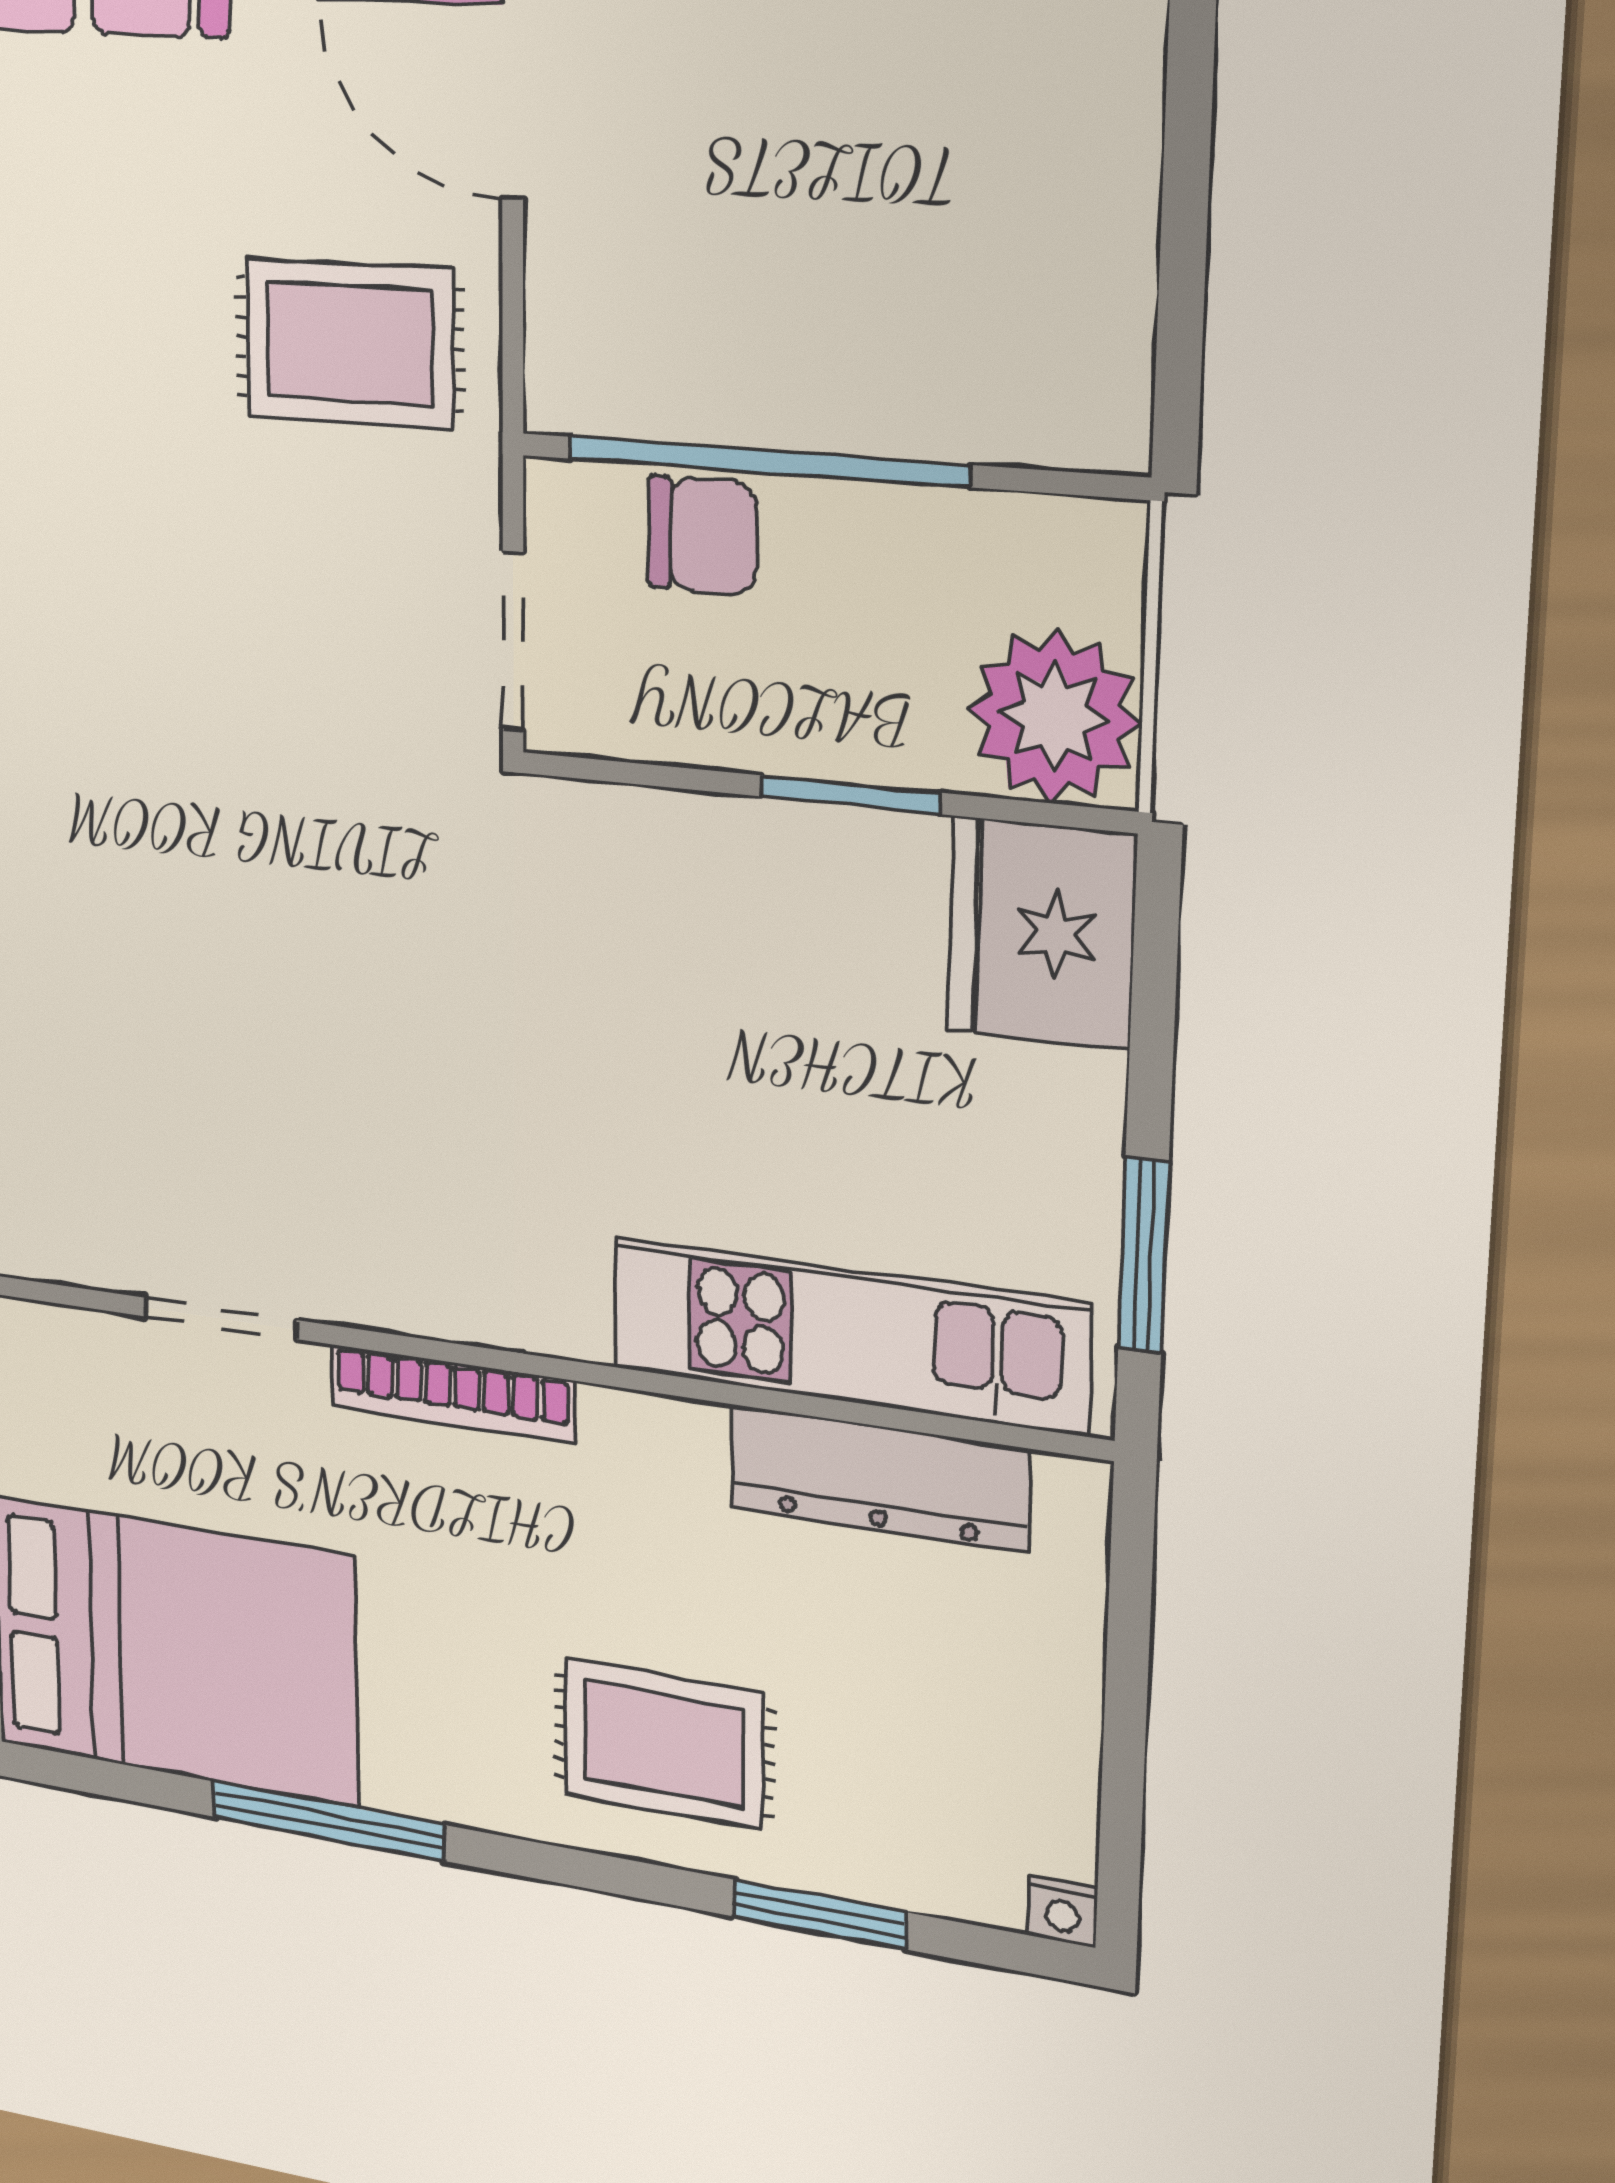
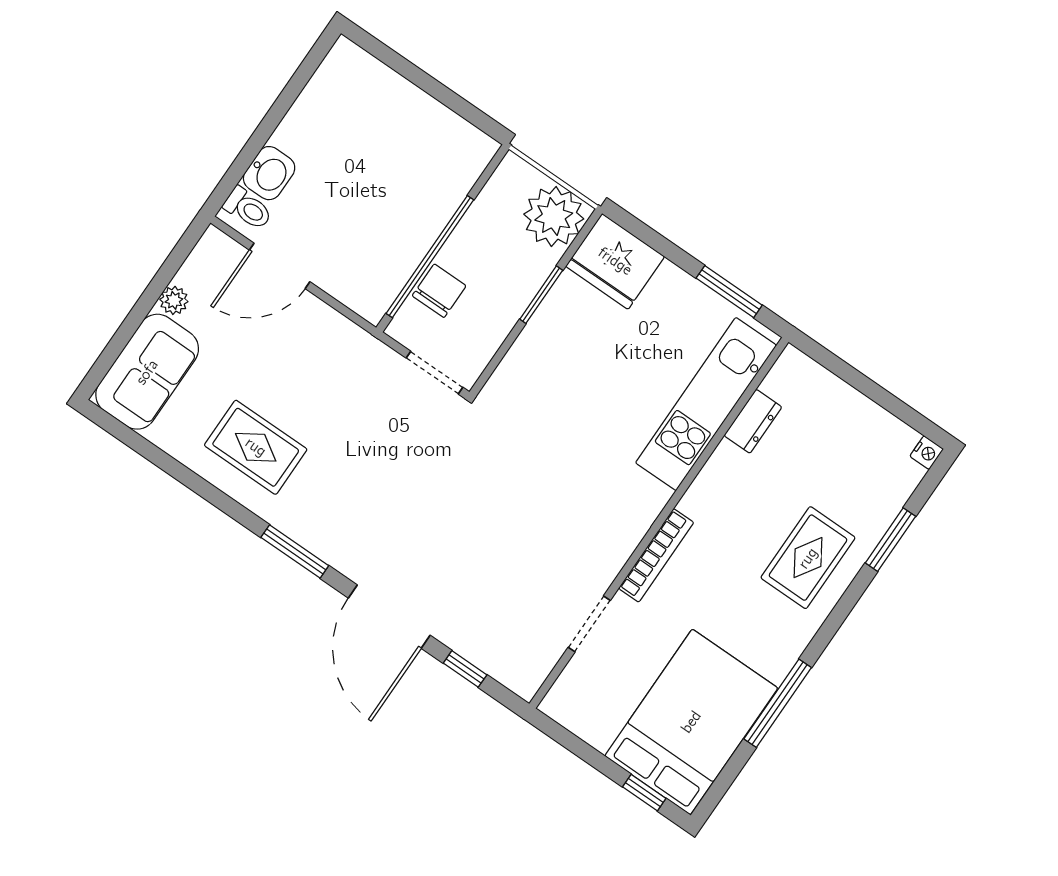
rug: (349, 343) -> (256, 447), moved, turned 90
dresser: (879, 1478) -> (753, 421), width x0.51, depth x0.80

